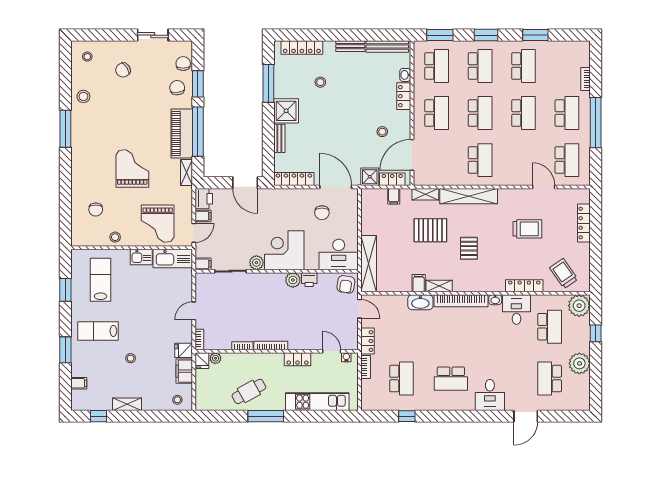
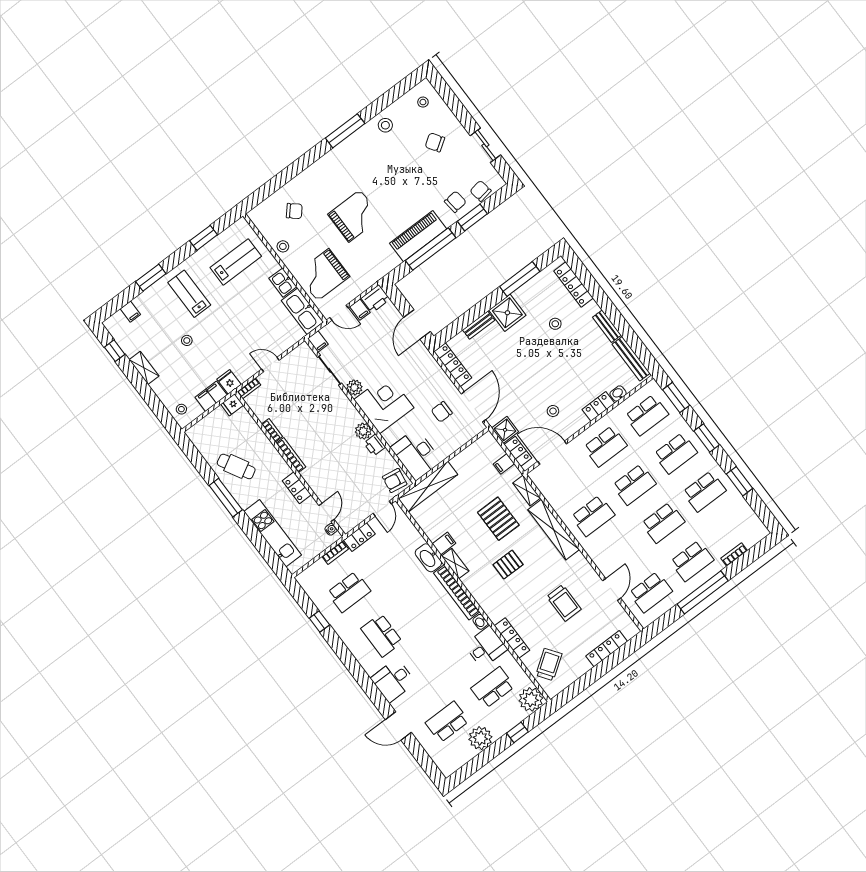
chair: (183, 64) -> (481, 191), turned -99
shelving: (187, 172) -> (387, 266), removed
chair: (96, 209) -> (294, 211), turned -139
school desk: (550, 327) -> (493, 687), turned 180
plant: (215, 358) -> (243, 415), removed

